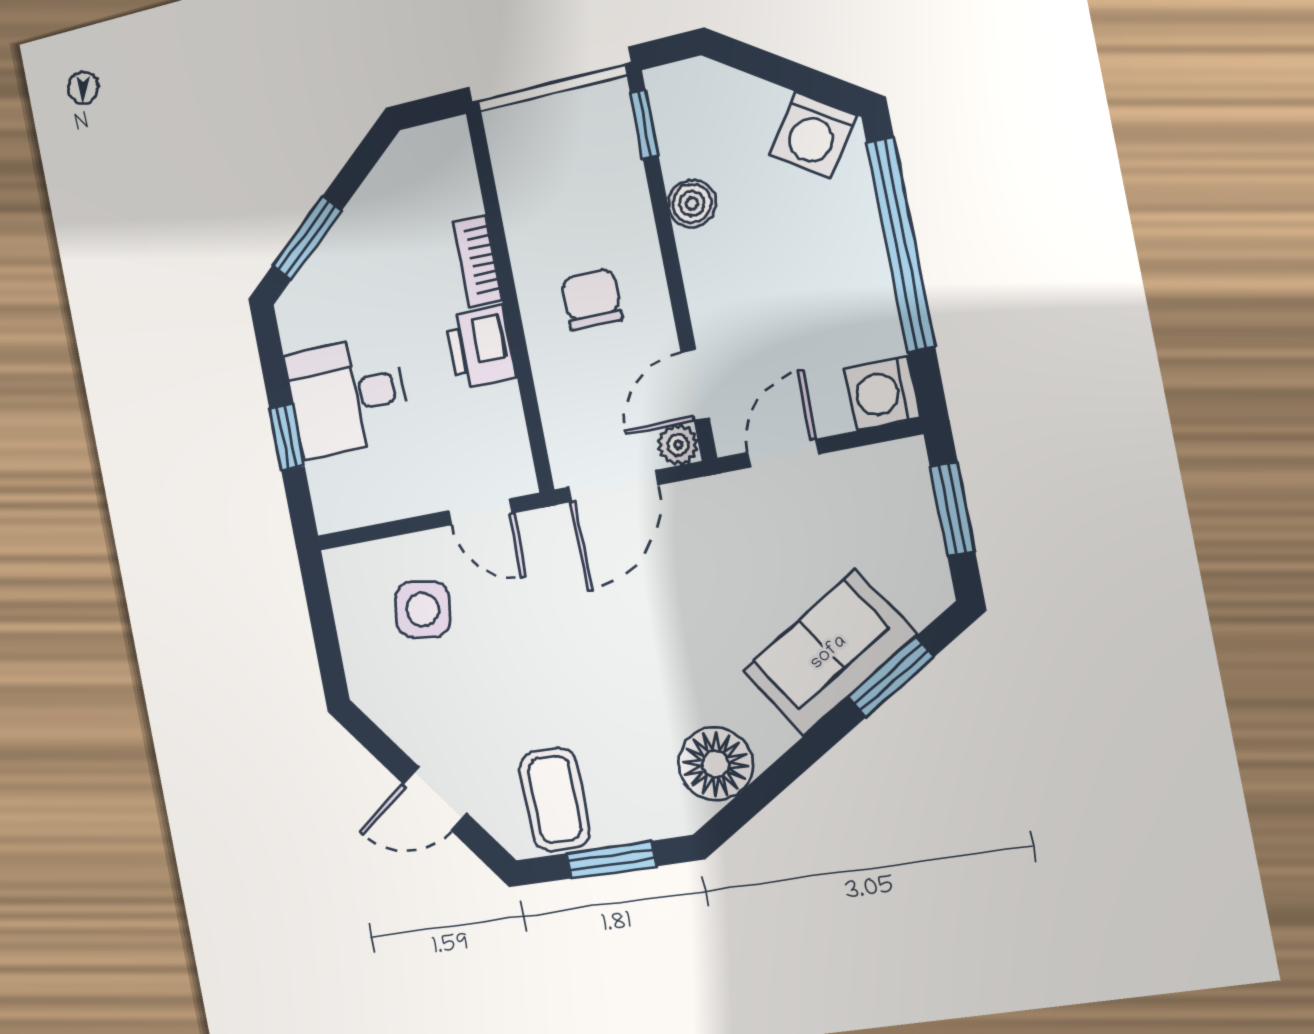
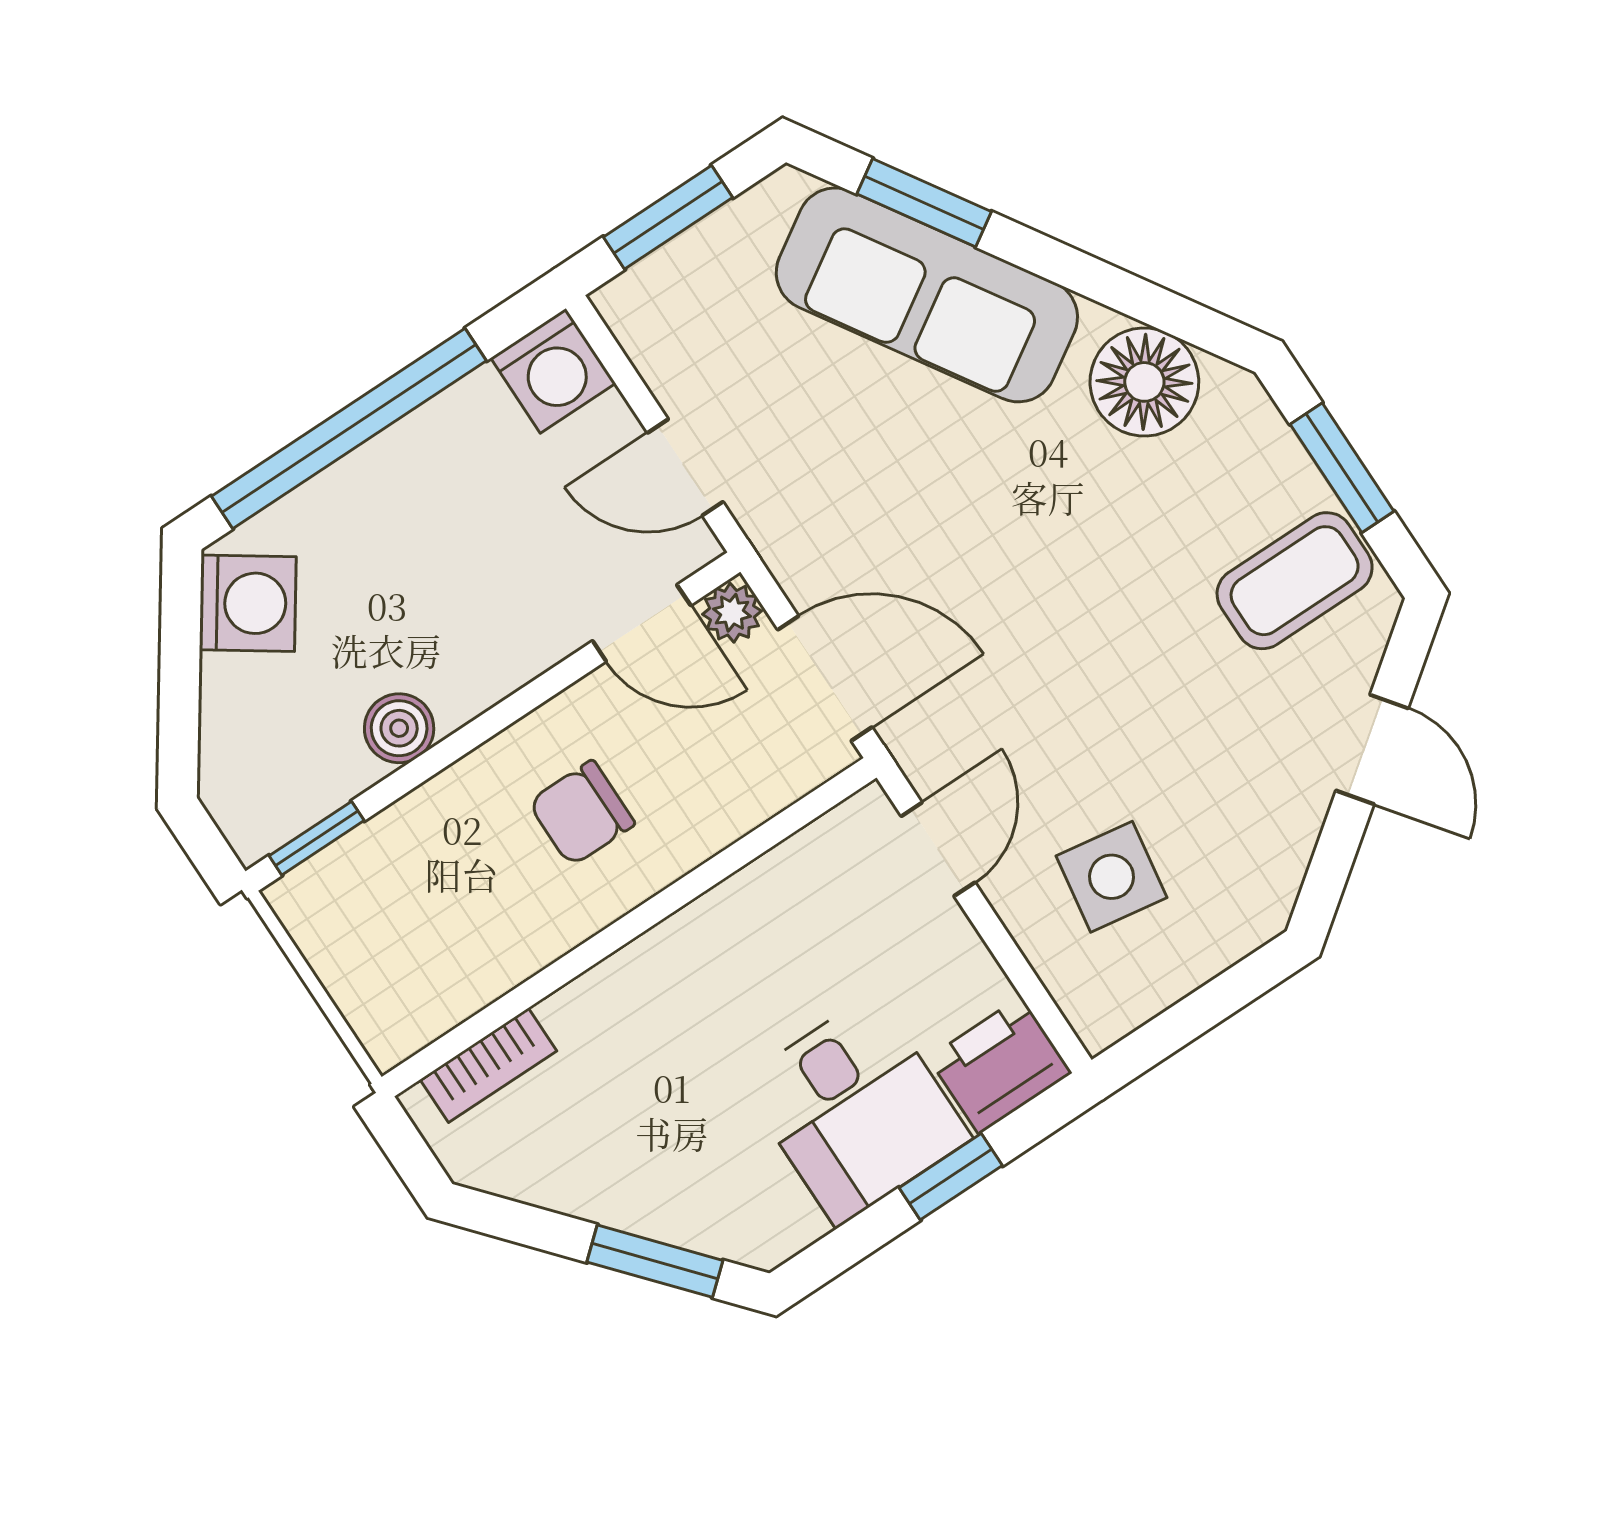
bookcase: (477, 261) -> (488, 1065), moved
printer: (480, 347) -> (1000, 1065), moved, turned 180
sofa: (829, 653) -> (927, 295), width x1.36

